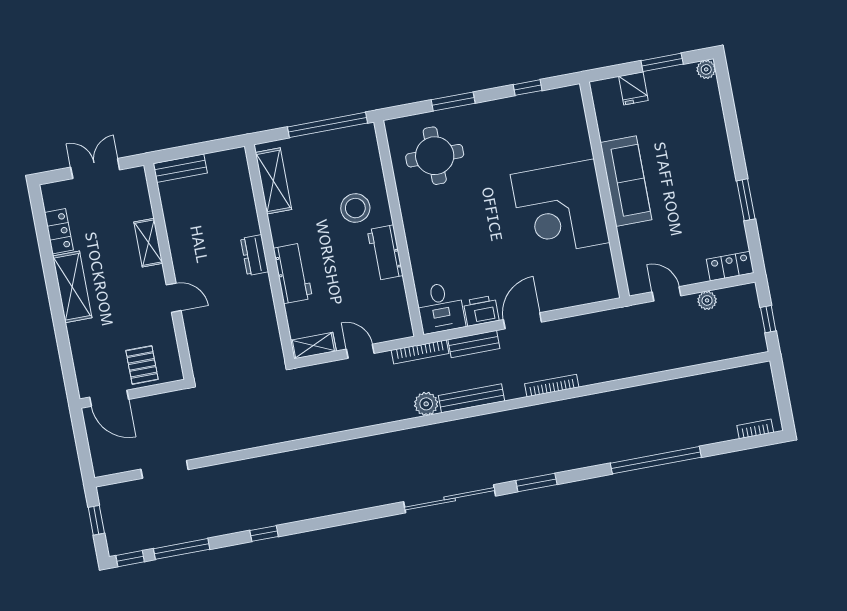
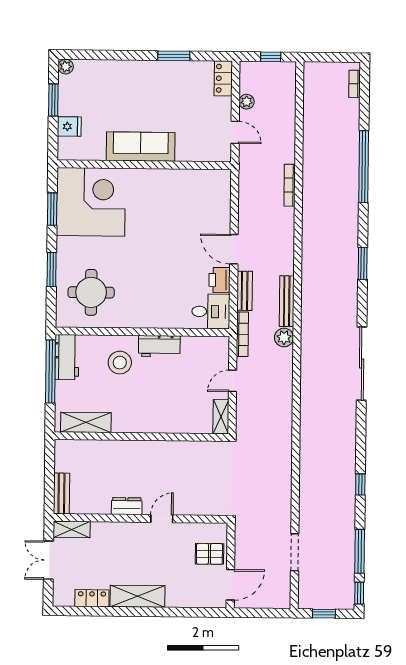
window: (528, 88) -> (52, 209), width x1.50
corner desk: (560, 208) -> (91, 202), moved, turned -90
shelving: (148, 243) -> (72, 529), moved
dresser: (255, 255) -> (127, 506), moved, turned 180
workbench: (293, 273) -> (67, 357), moved, turned 90
door: (667, 294) -> (235, 132), swing flipped
bookcase: (552, 386) -> (290, 185), moved
sliding door: (450, 499) -> (362, 364), moved

